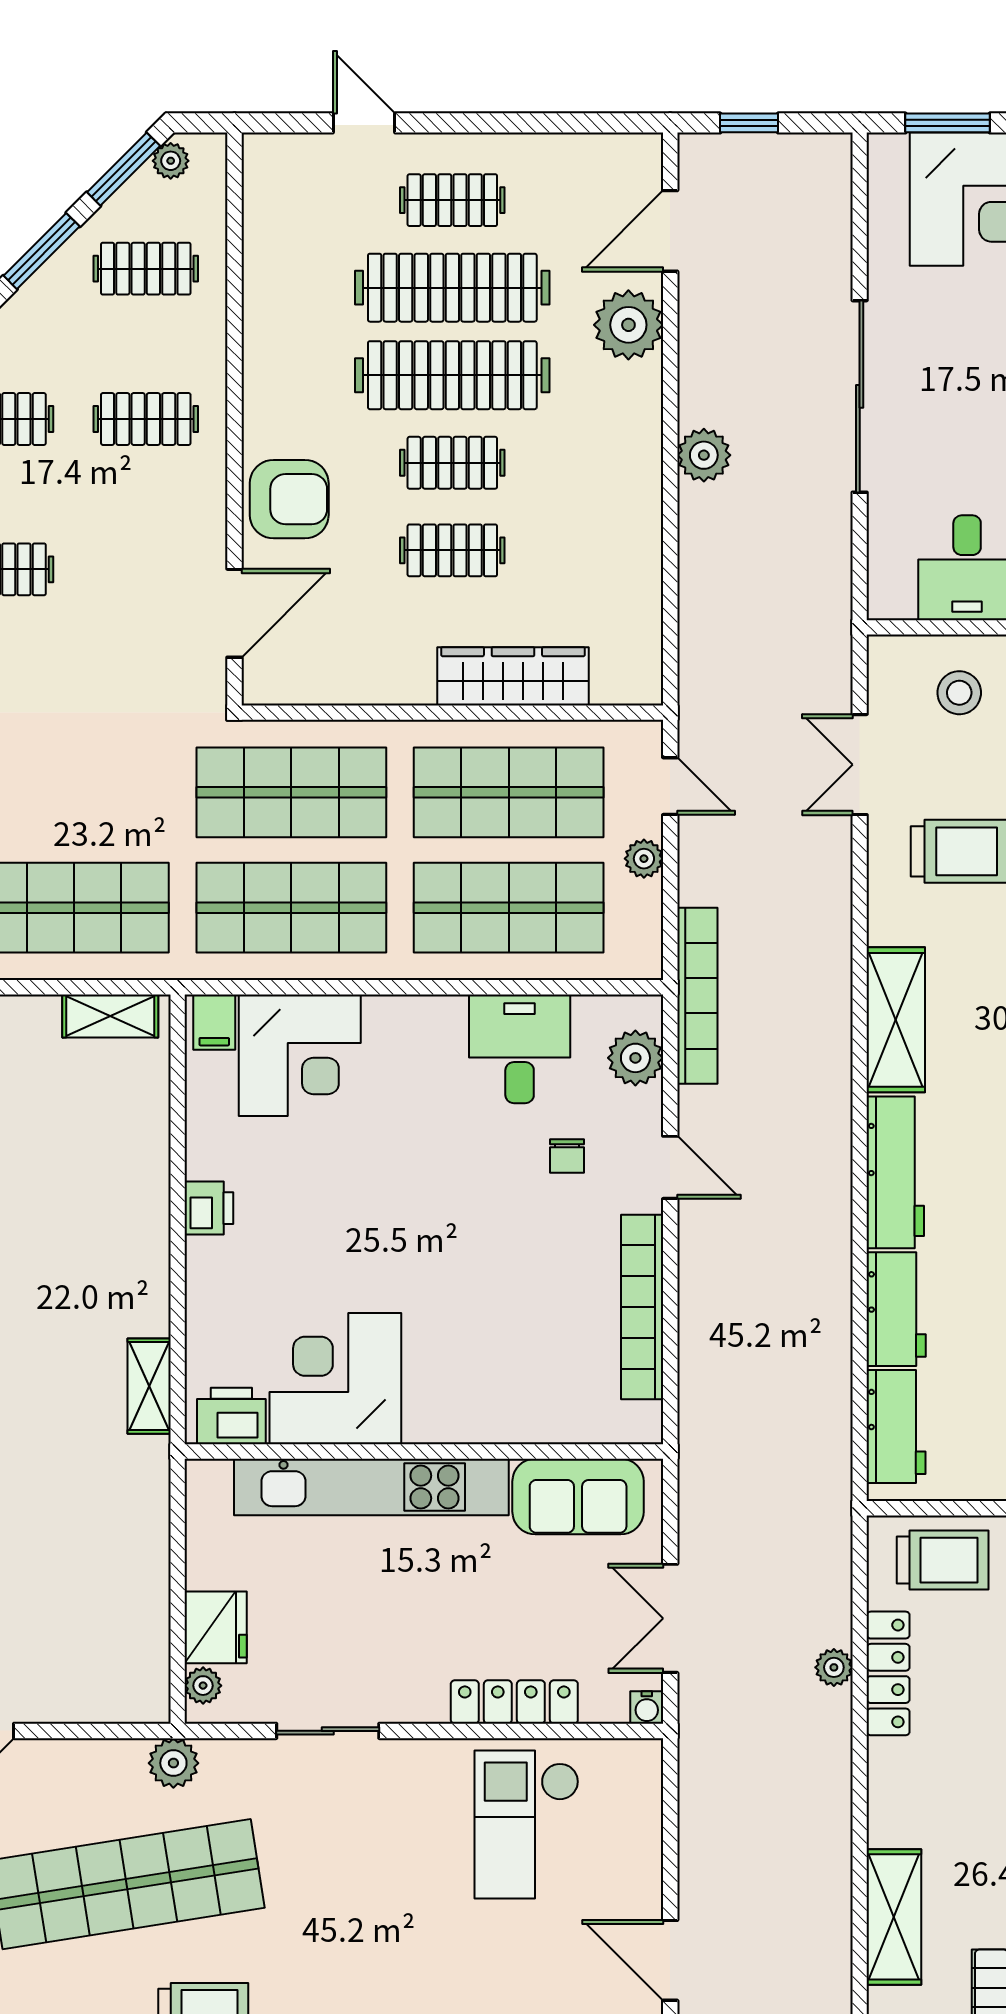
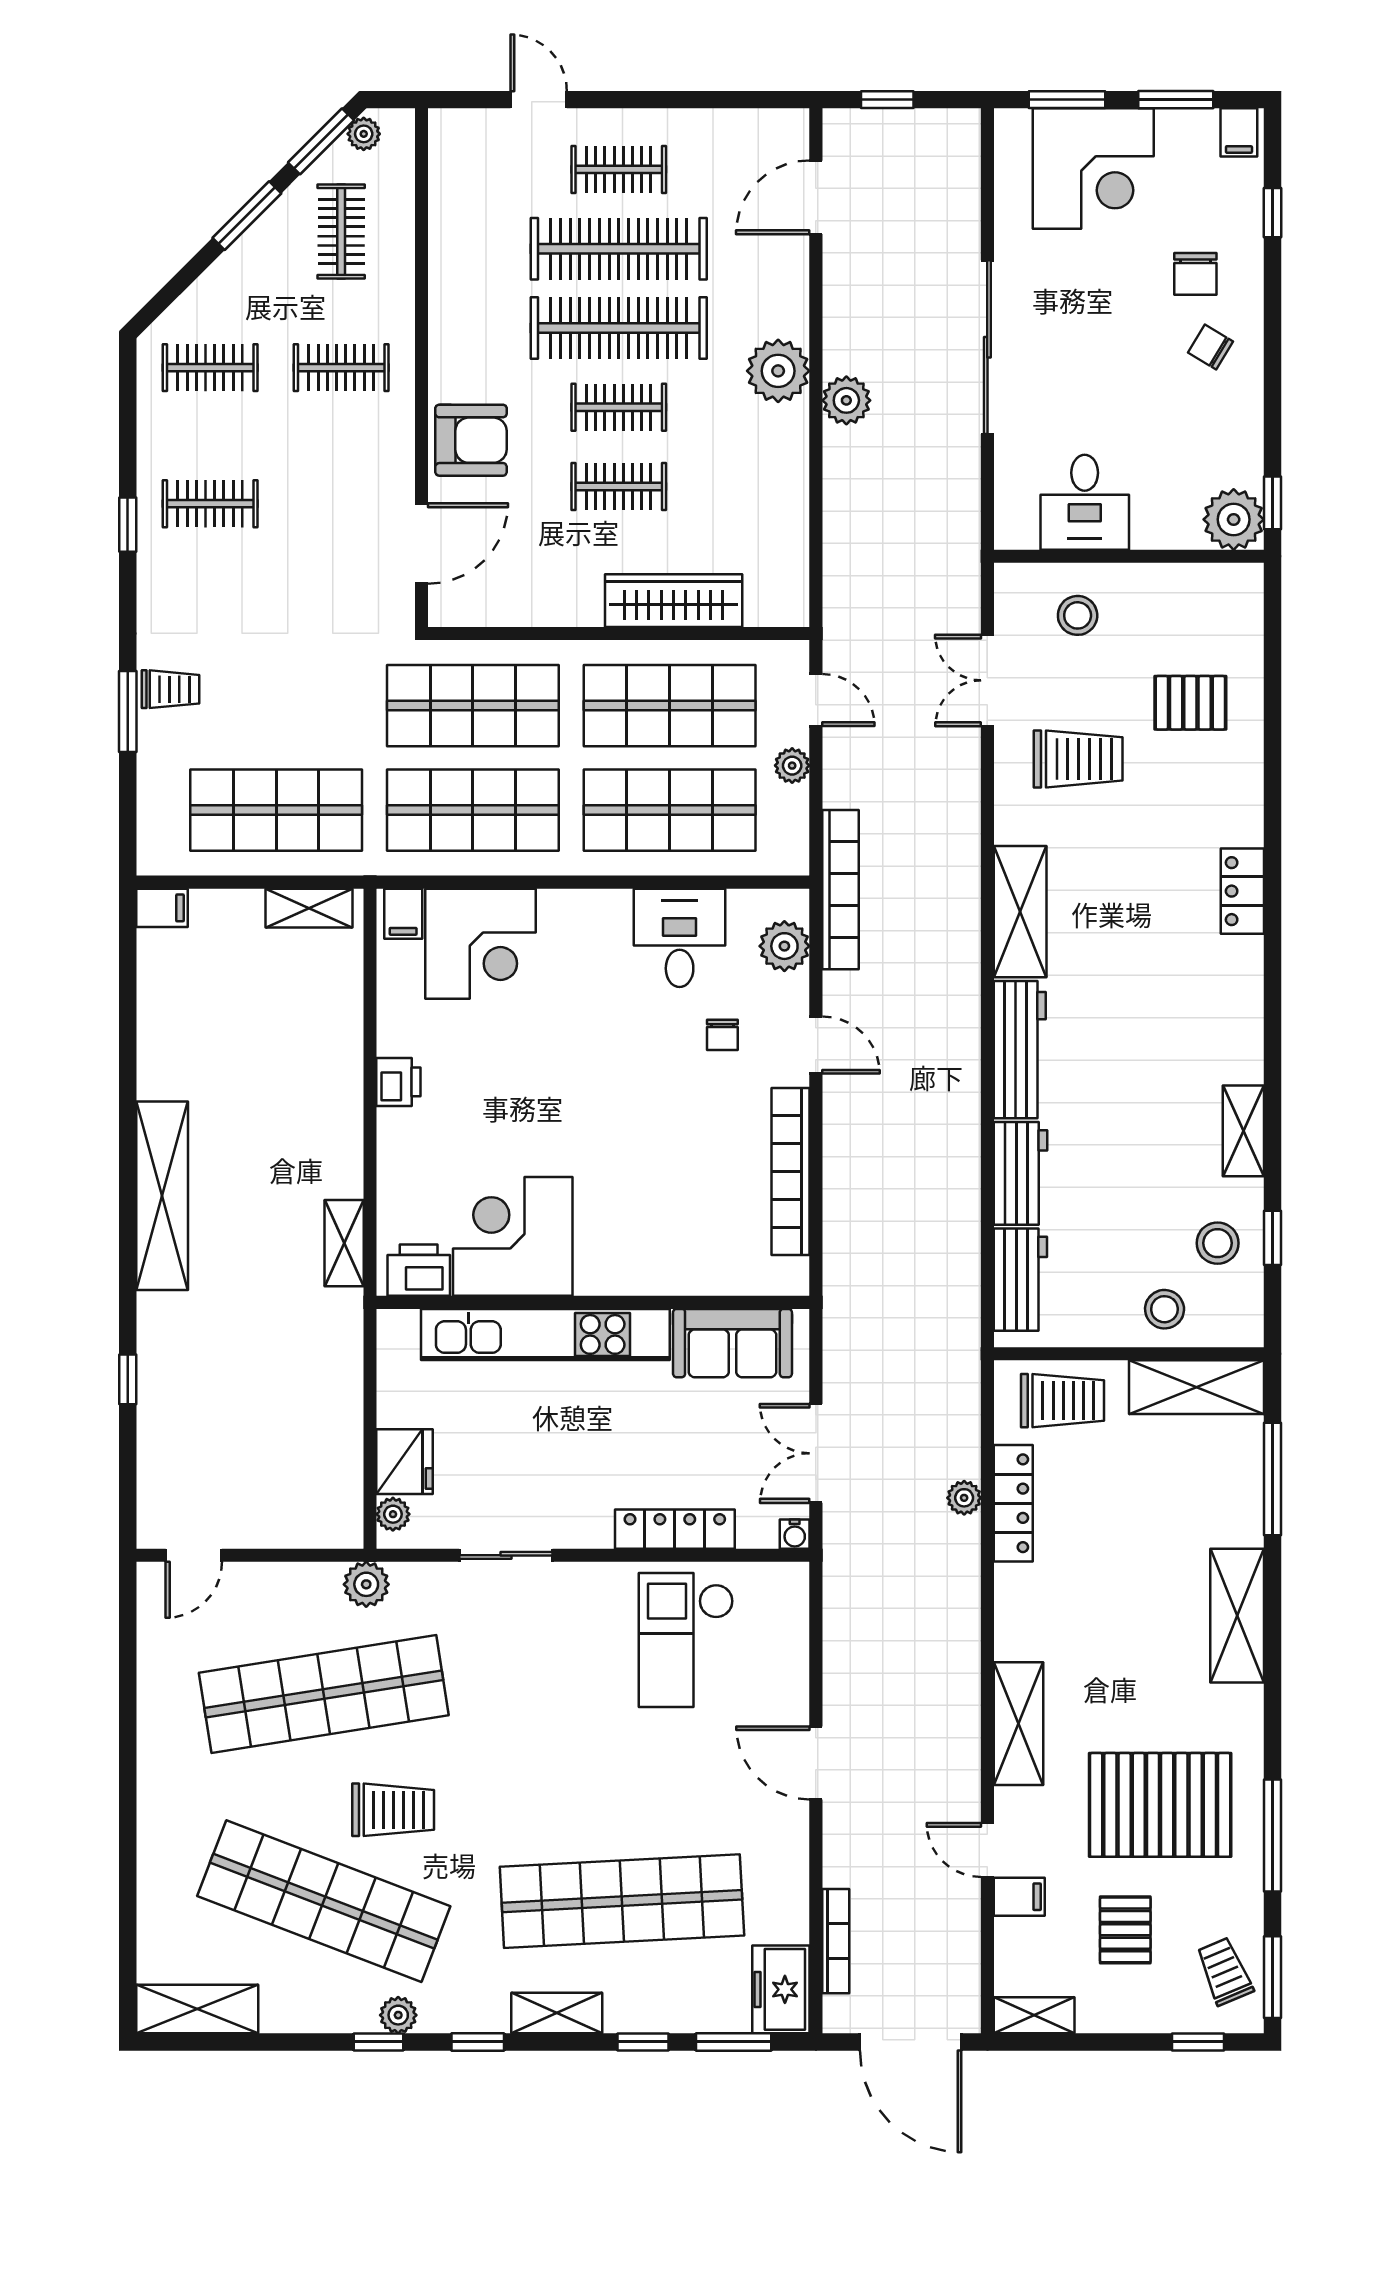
clothes rail: (146, 269) -> (341, 232), turned 90
plant: (628, 325) -> (778, 371), moved

